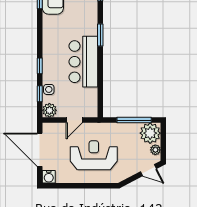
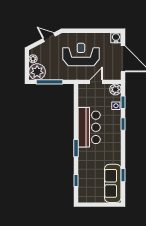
reception desk: (94, 155) -> (81, 55), turned 180
door: (148, 170) -> (49, 37), moved

